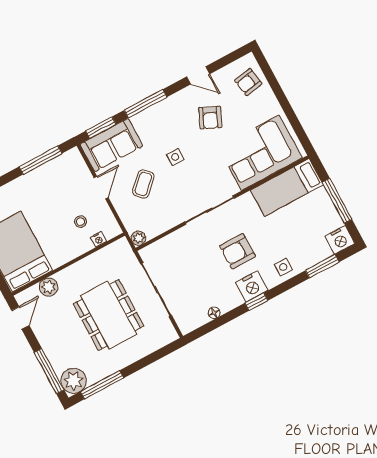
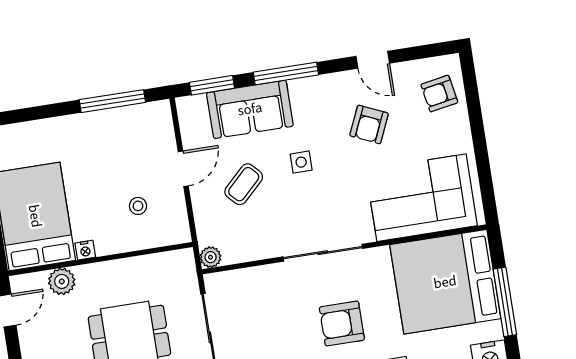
sofa: (111, 145) -> (250, 109), moved
bed: (287, 187) -> (445, 282), width x2.04
nightstand: (98, 239) -> (85, 250), moved

